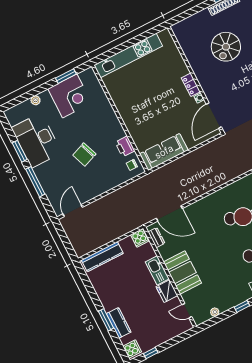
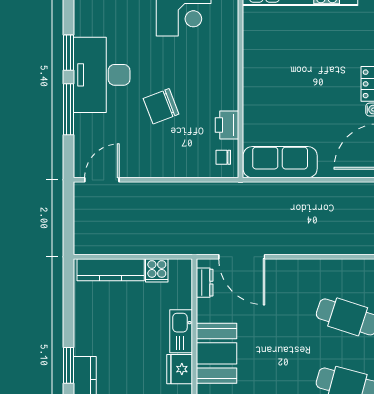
desk: (37, 140) -> (102, 75), moved
cooker: (140, 238) -> (157, 270), moved

